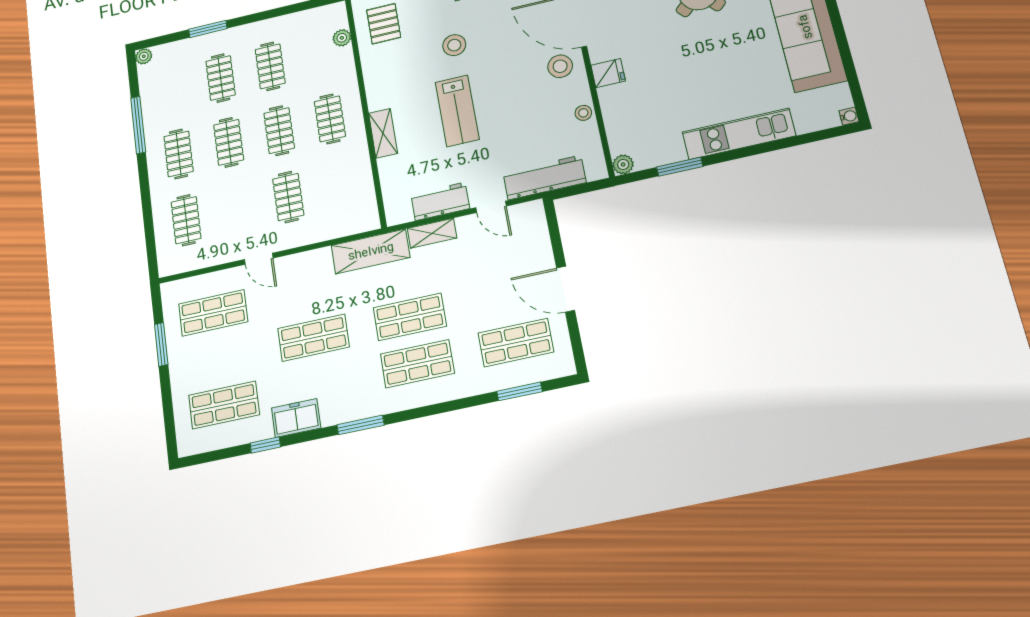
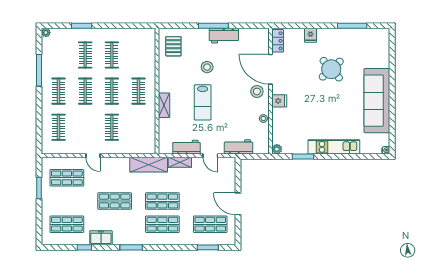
plant: (342, 38) -> (151, 49), removed
workbench: (544, 178) -> (239, 147), width x0.73

